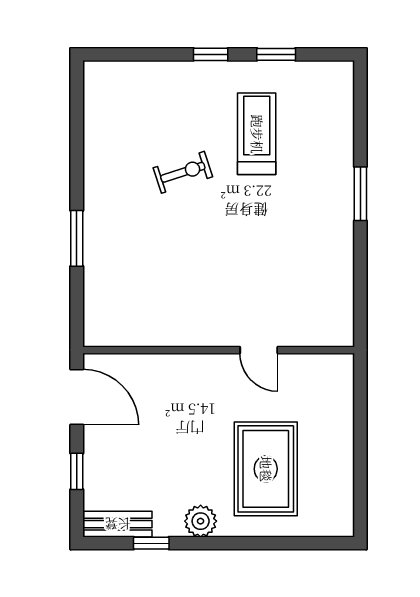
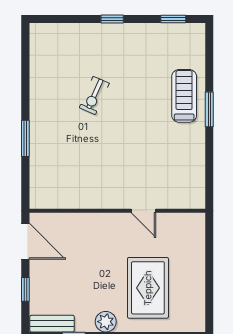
window: (276, 54) -> (173, 19), moved
treadmill: (257, 134) -> (184, 96), moved
exercise bike: (183, 172) -> (94, 95), turned 132

